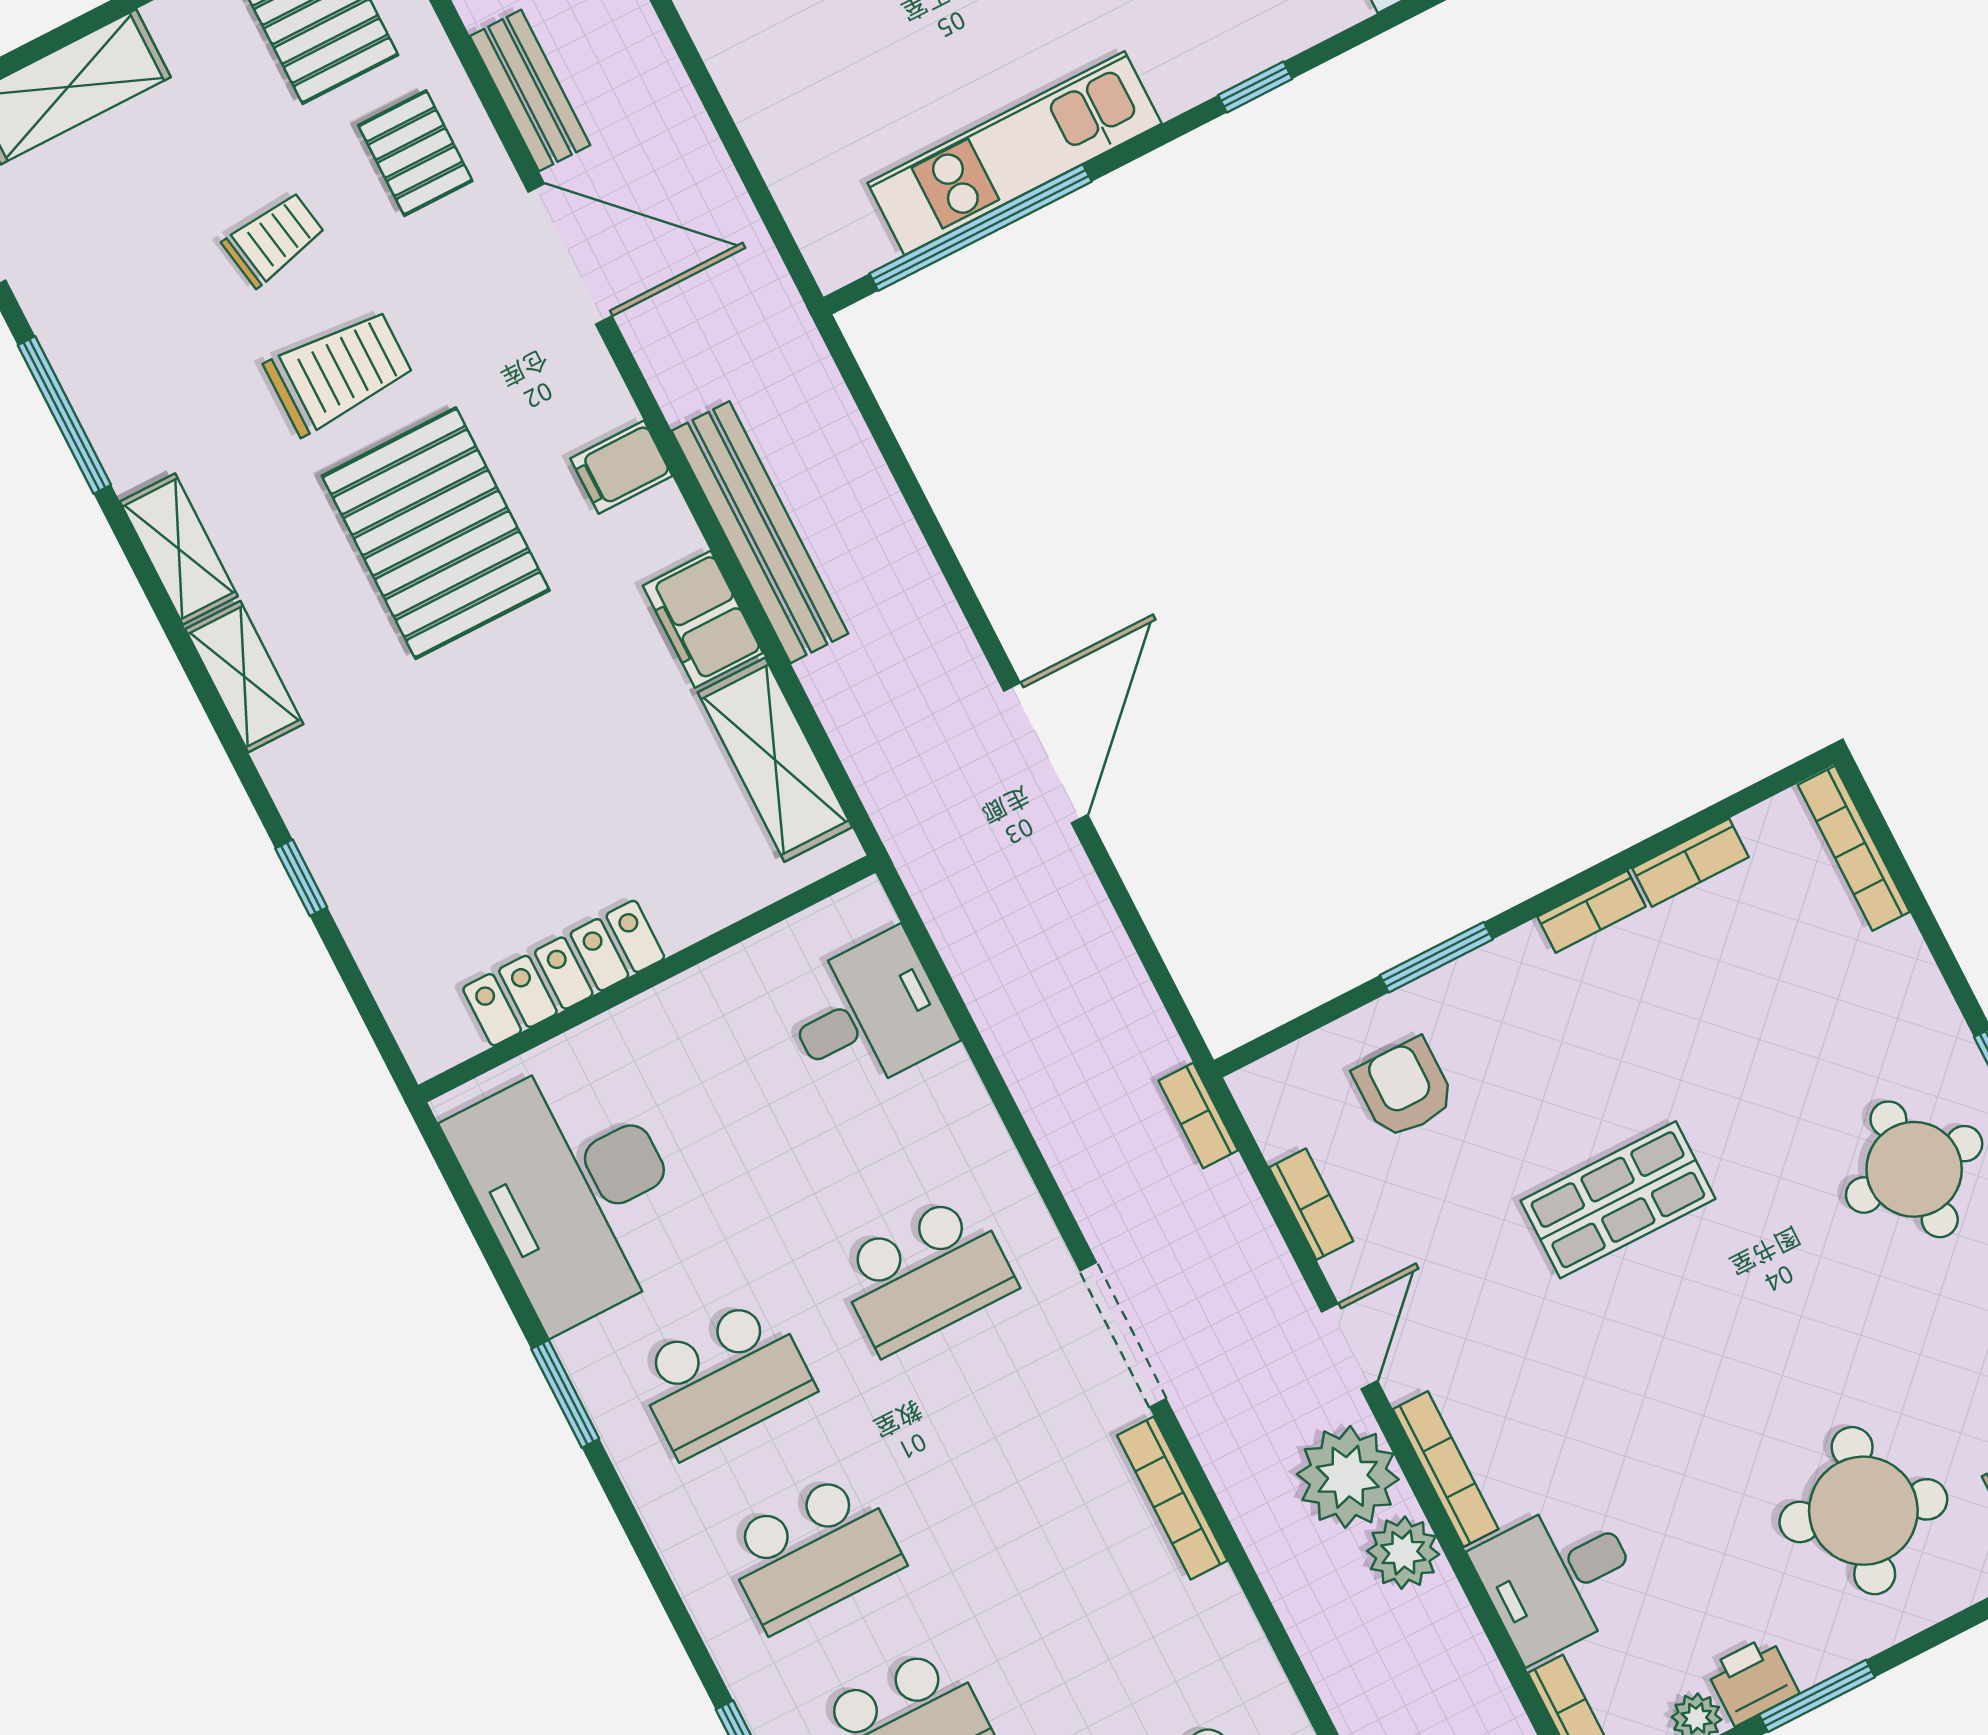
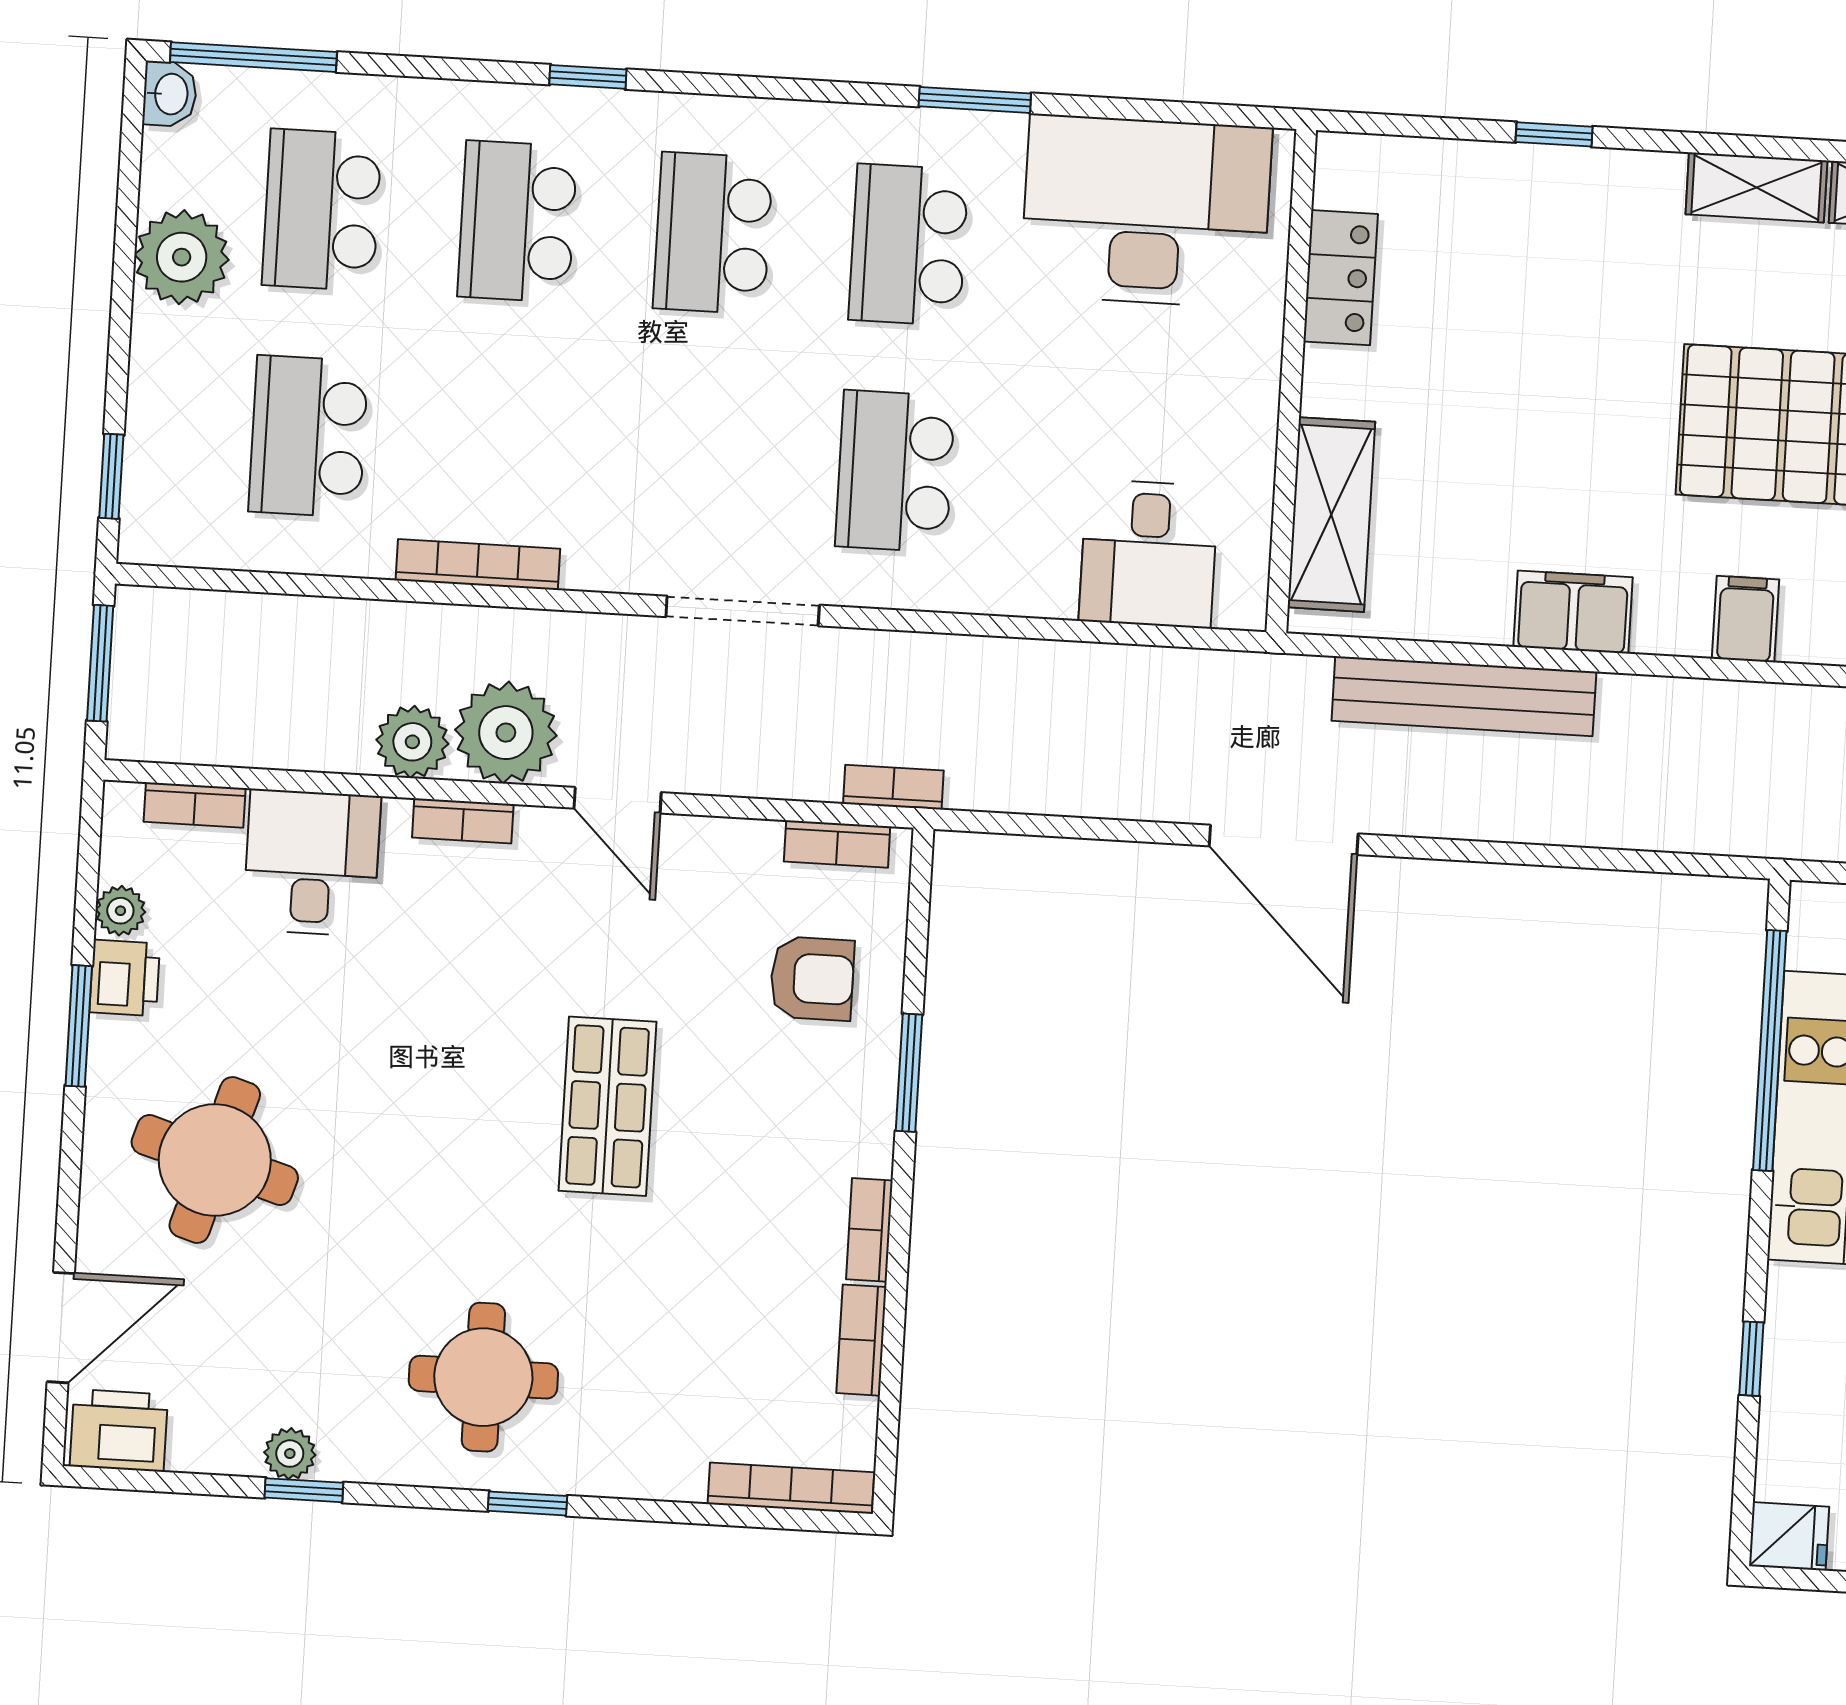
bench: (760, 532) -> (1464, 696), moved
shelving: (775, 760) -> (1331, 515), moved, turned 90
locker: (564, 973) -> (1341, 278), width x0.66
bookcase: (1311, 1204) -> (837, 844), moved
bookcase: (1446, 1469) -> (463, 821), width x0.64
bookcase: (1172, 1498) -> (478, 565), moved

